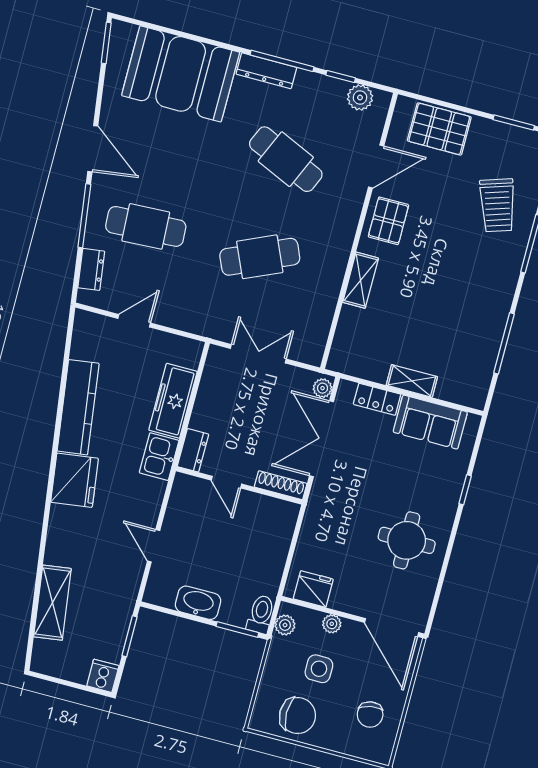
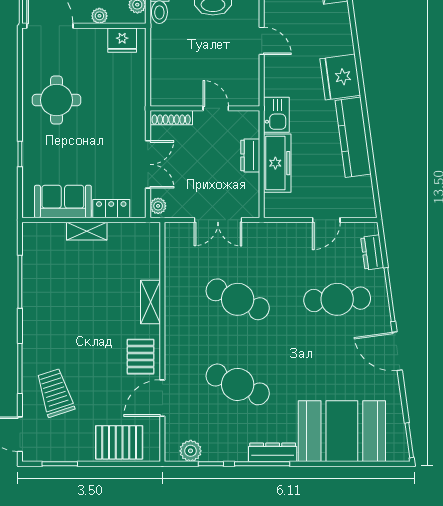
cafe table: (260, 257) -> (238, 299), turned 48
double door: (321, 439) -> (148, 164), width x0.73
dresser: (193, 450) -> (250, 155), moved

